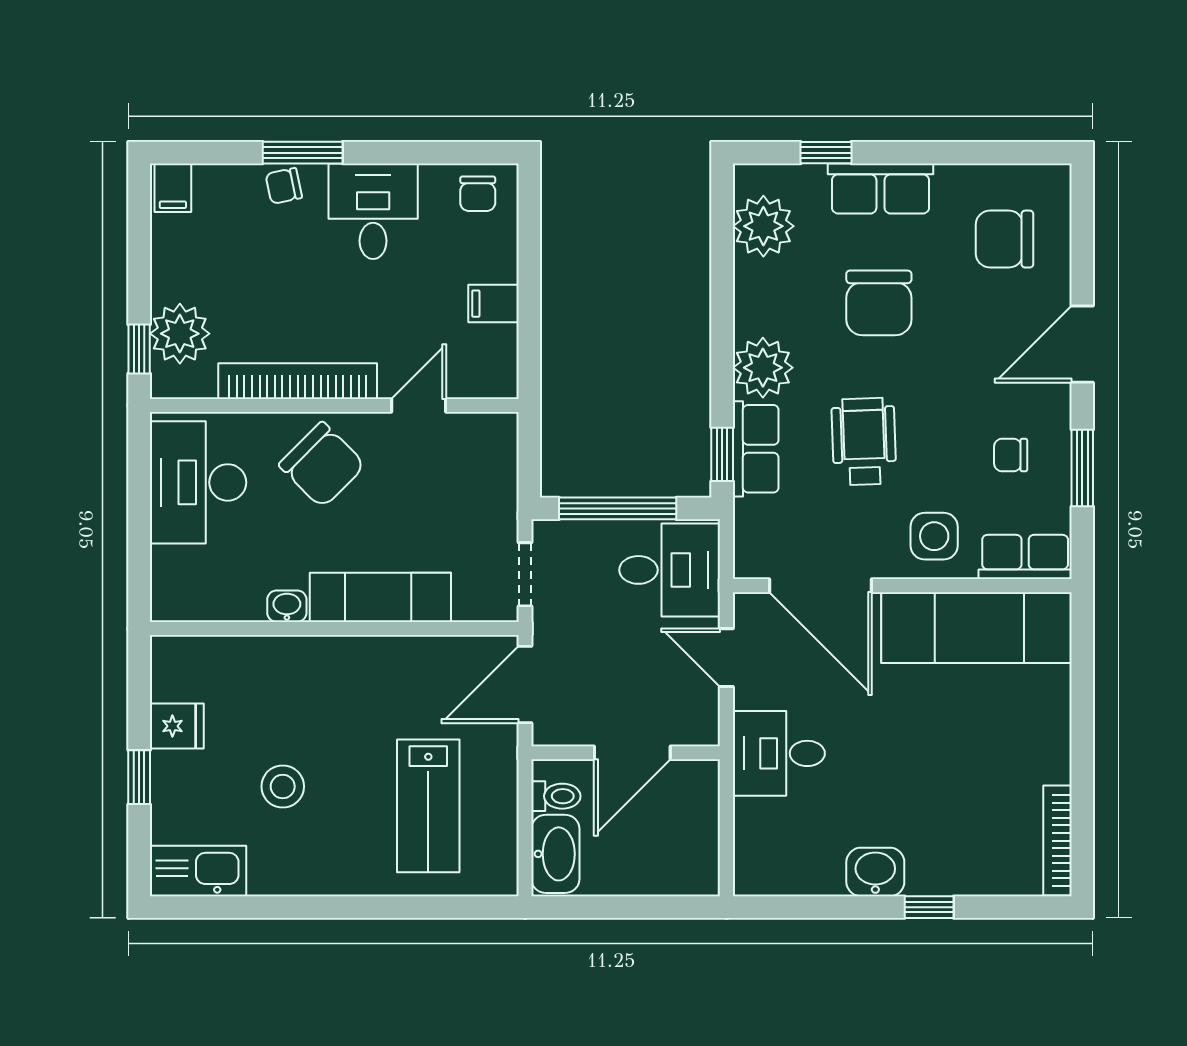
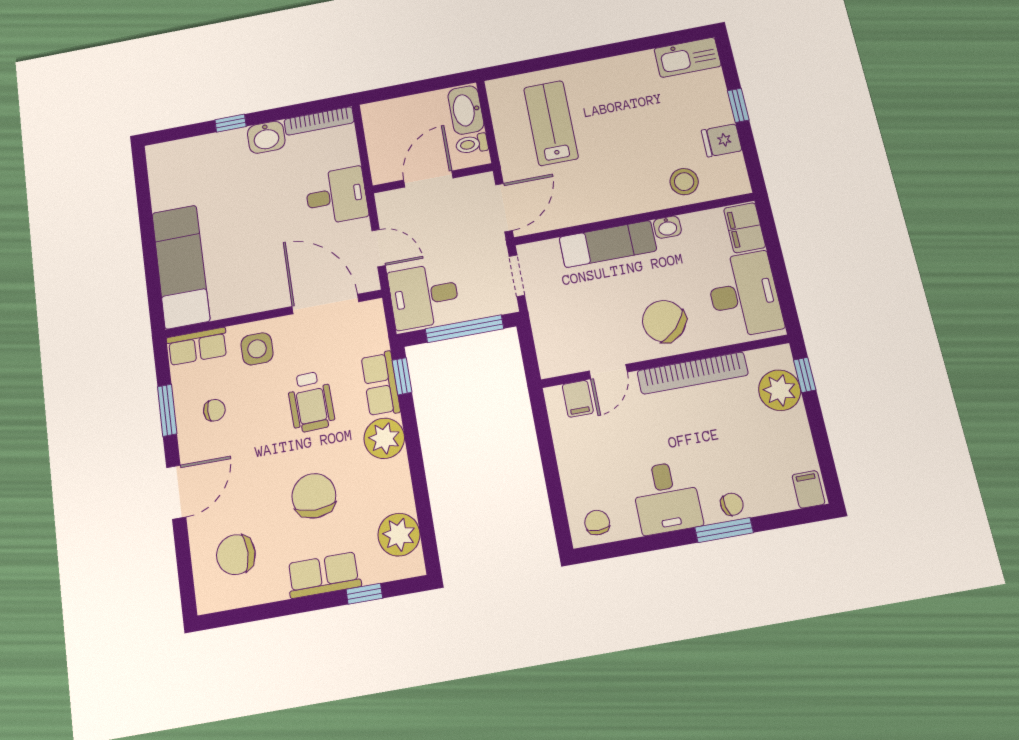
chair: (1005, 239) -> (236, 555), turned 180
filing cabinet: (493, 304) -> (578, 399), moved, turned 90
filing cabinet: (174, 583) -> (745, 228), added
exam couch: (977, 628) -> (181, 267), moved, turned 90
stool: (283, 786) -> (684, 182), moved
bookcase: (1057, 841) -> (319, 121), moved, turned 90

